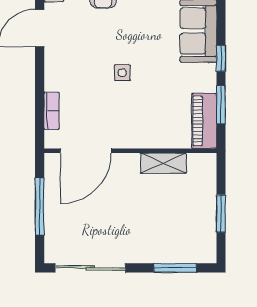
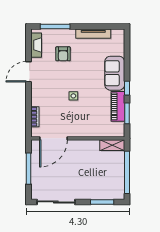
piano: (204, 121) -> (118, 106), moved
shelving: (163, 163) -> (112, 145), moved
window: (221, 213) -> (127, 172), width x2.11

